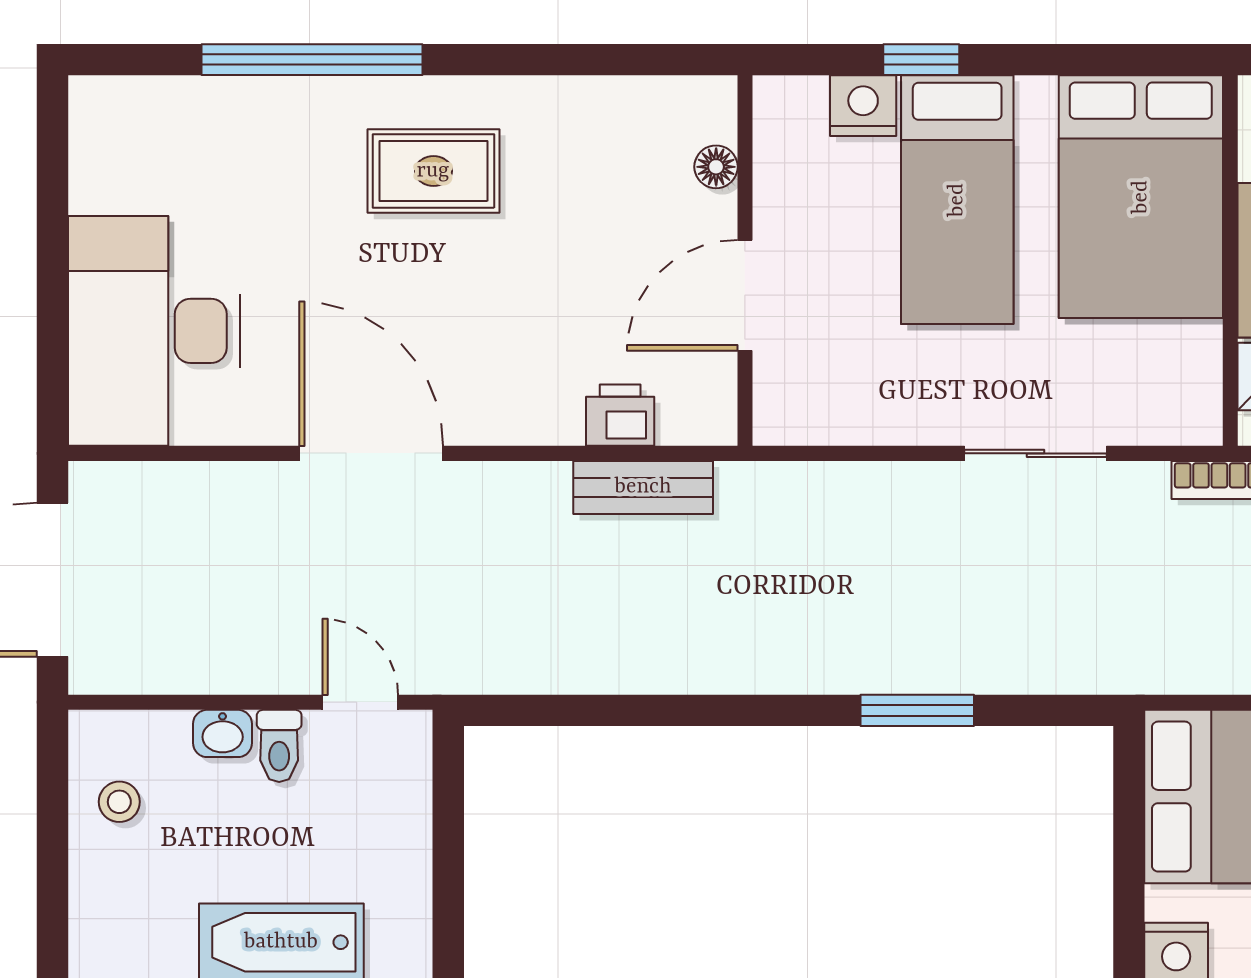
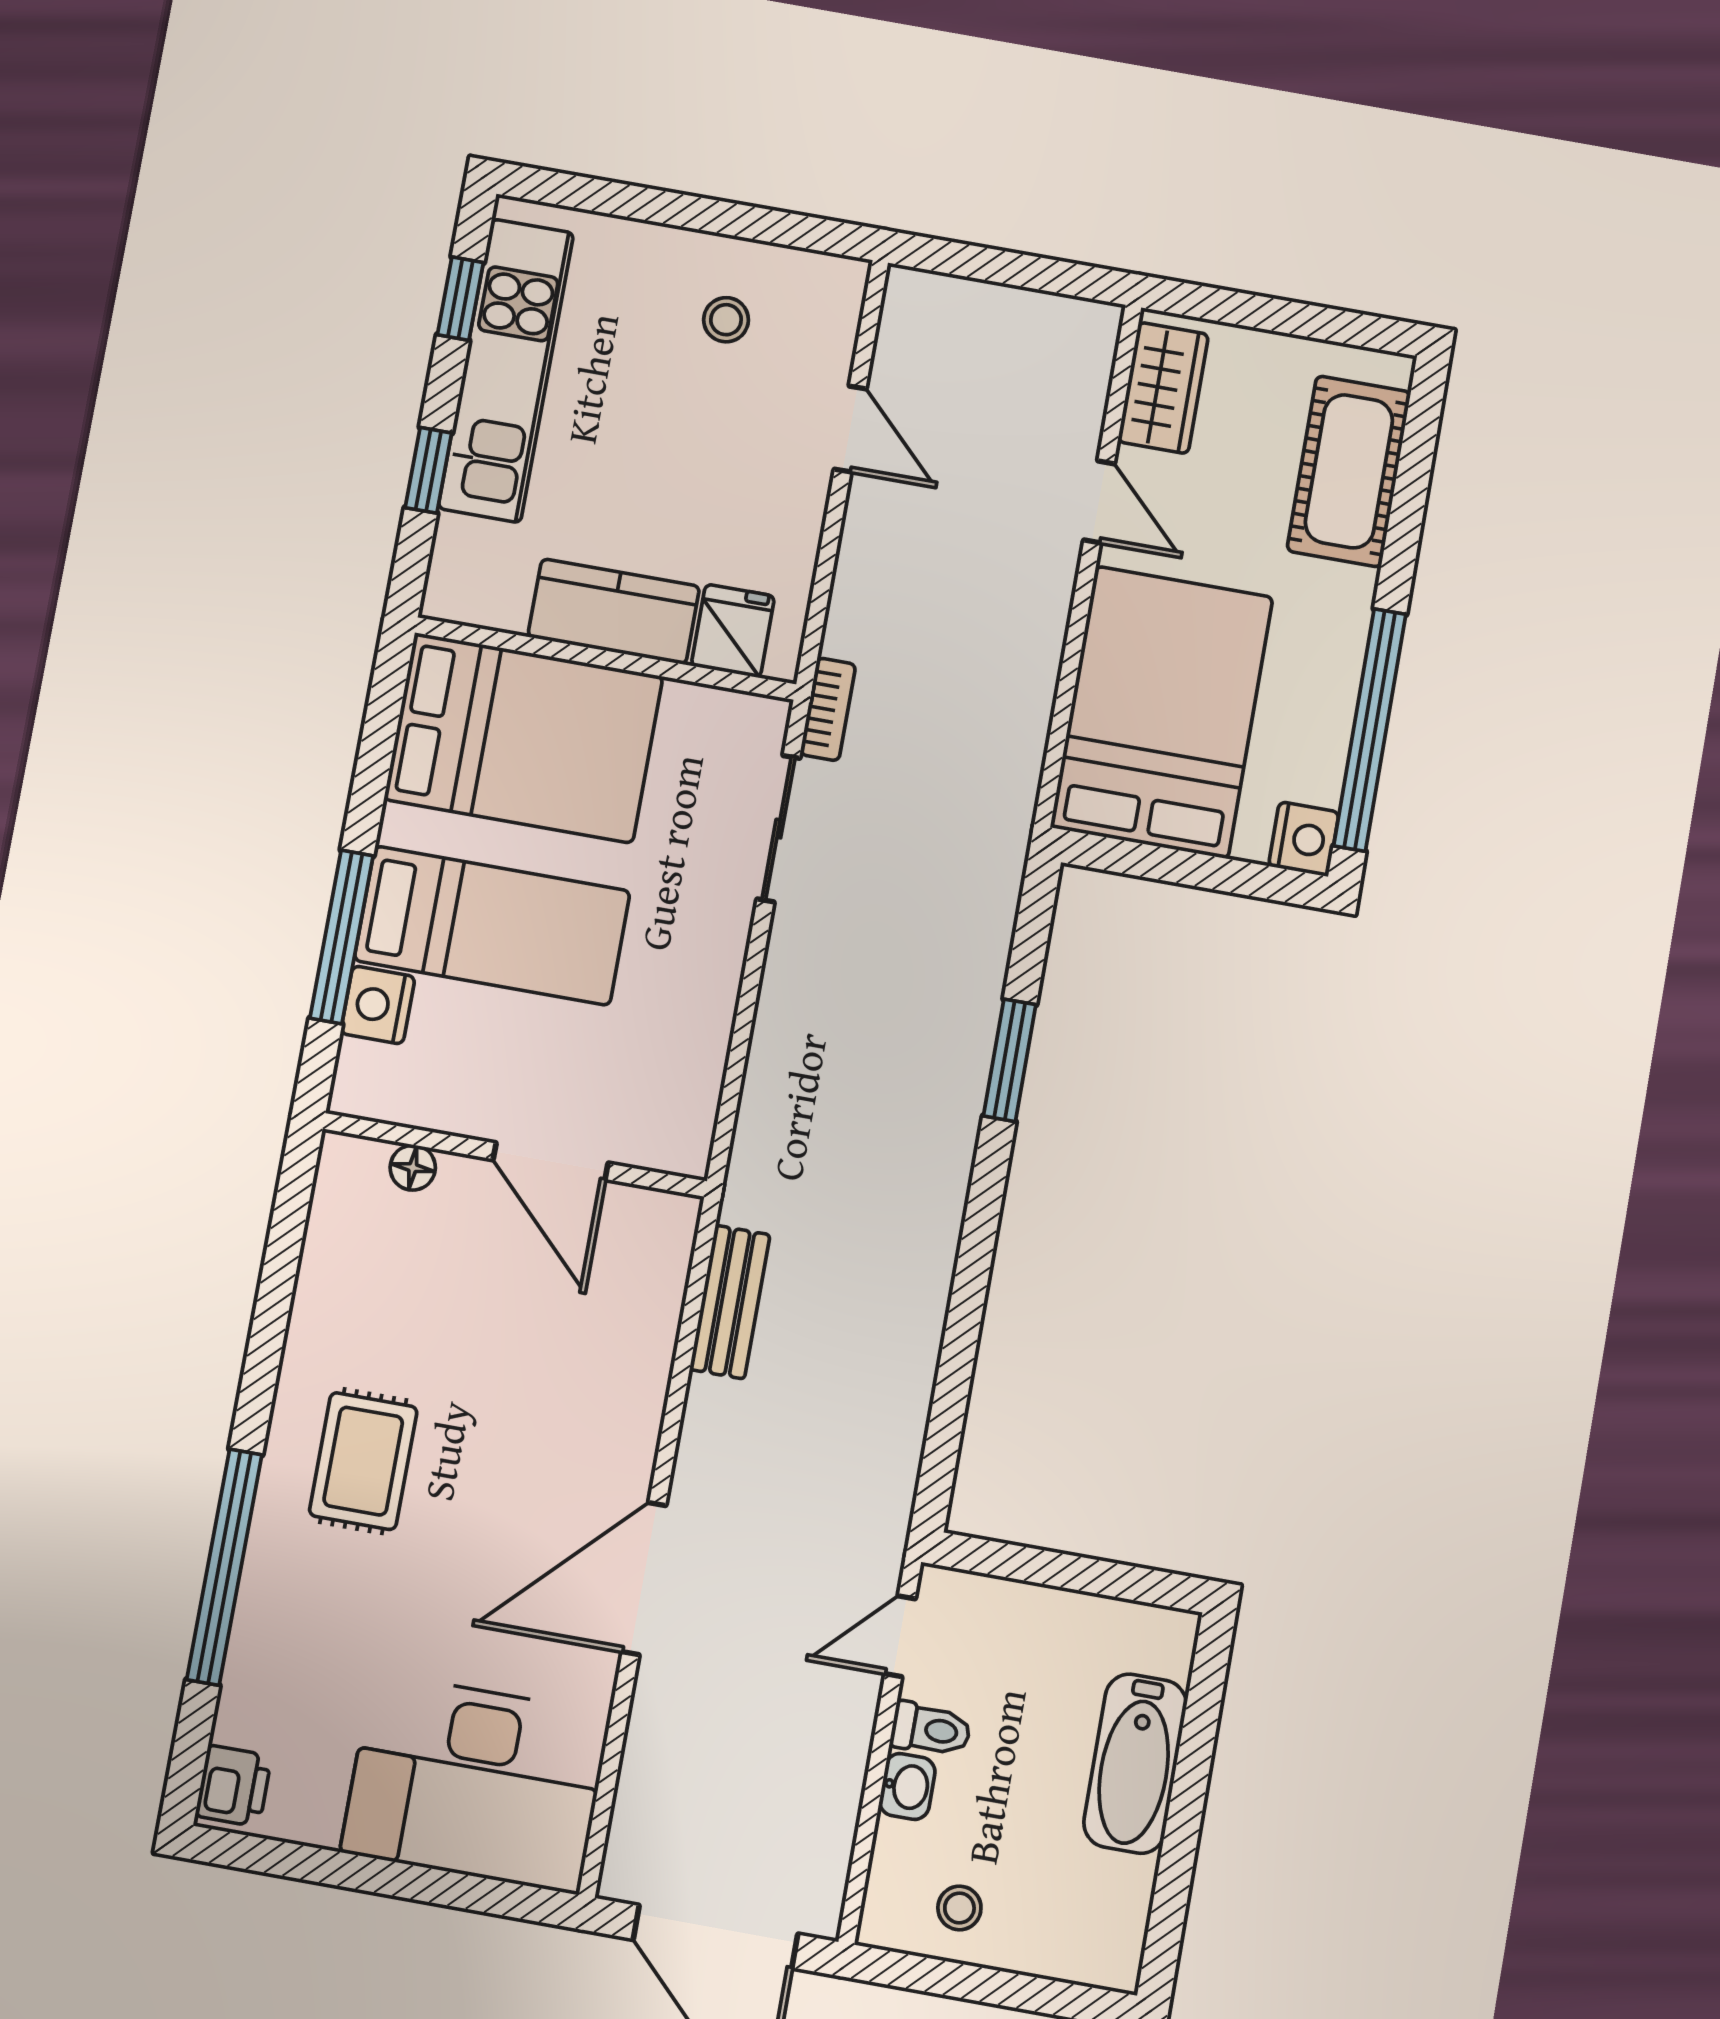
window: (921, 60) -> (342, 937), width x2.17
printer: (620, 415) -> (233, 1786), moved, turned 180
sliding door: (1036, 453) -> (778, 829), moved

